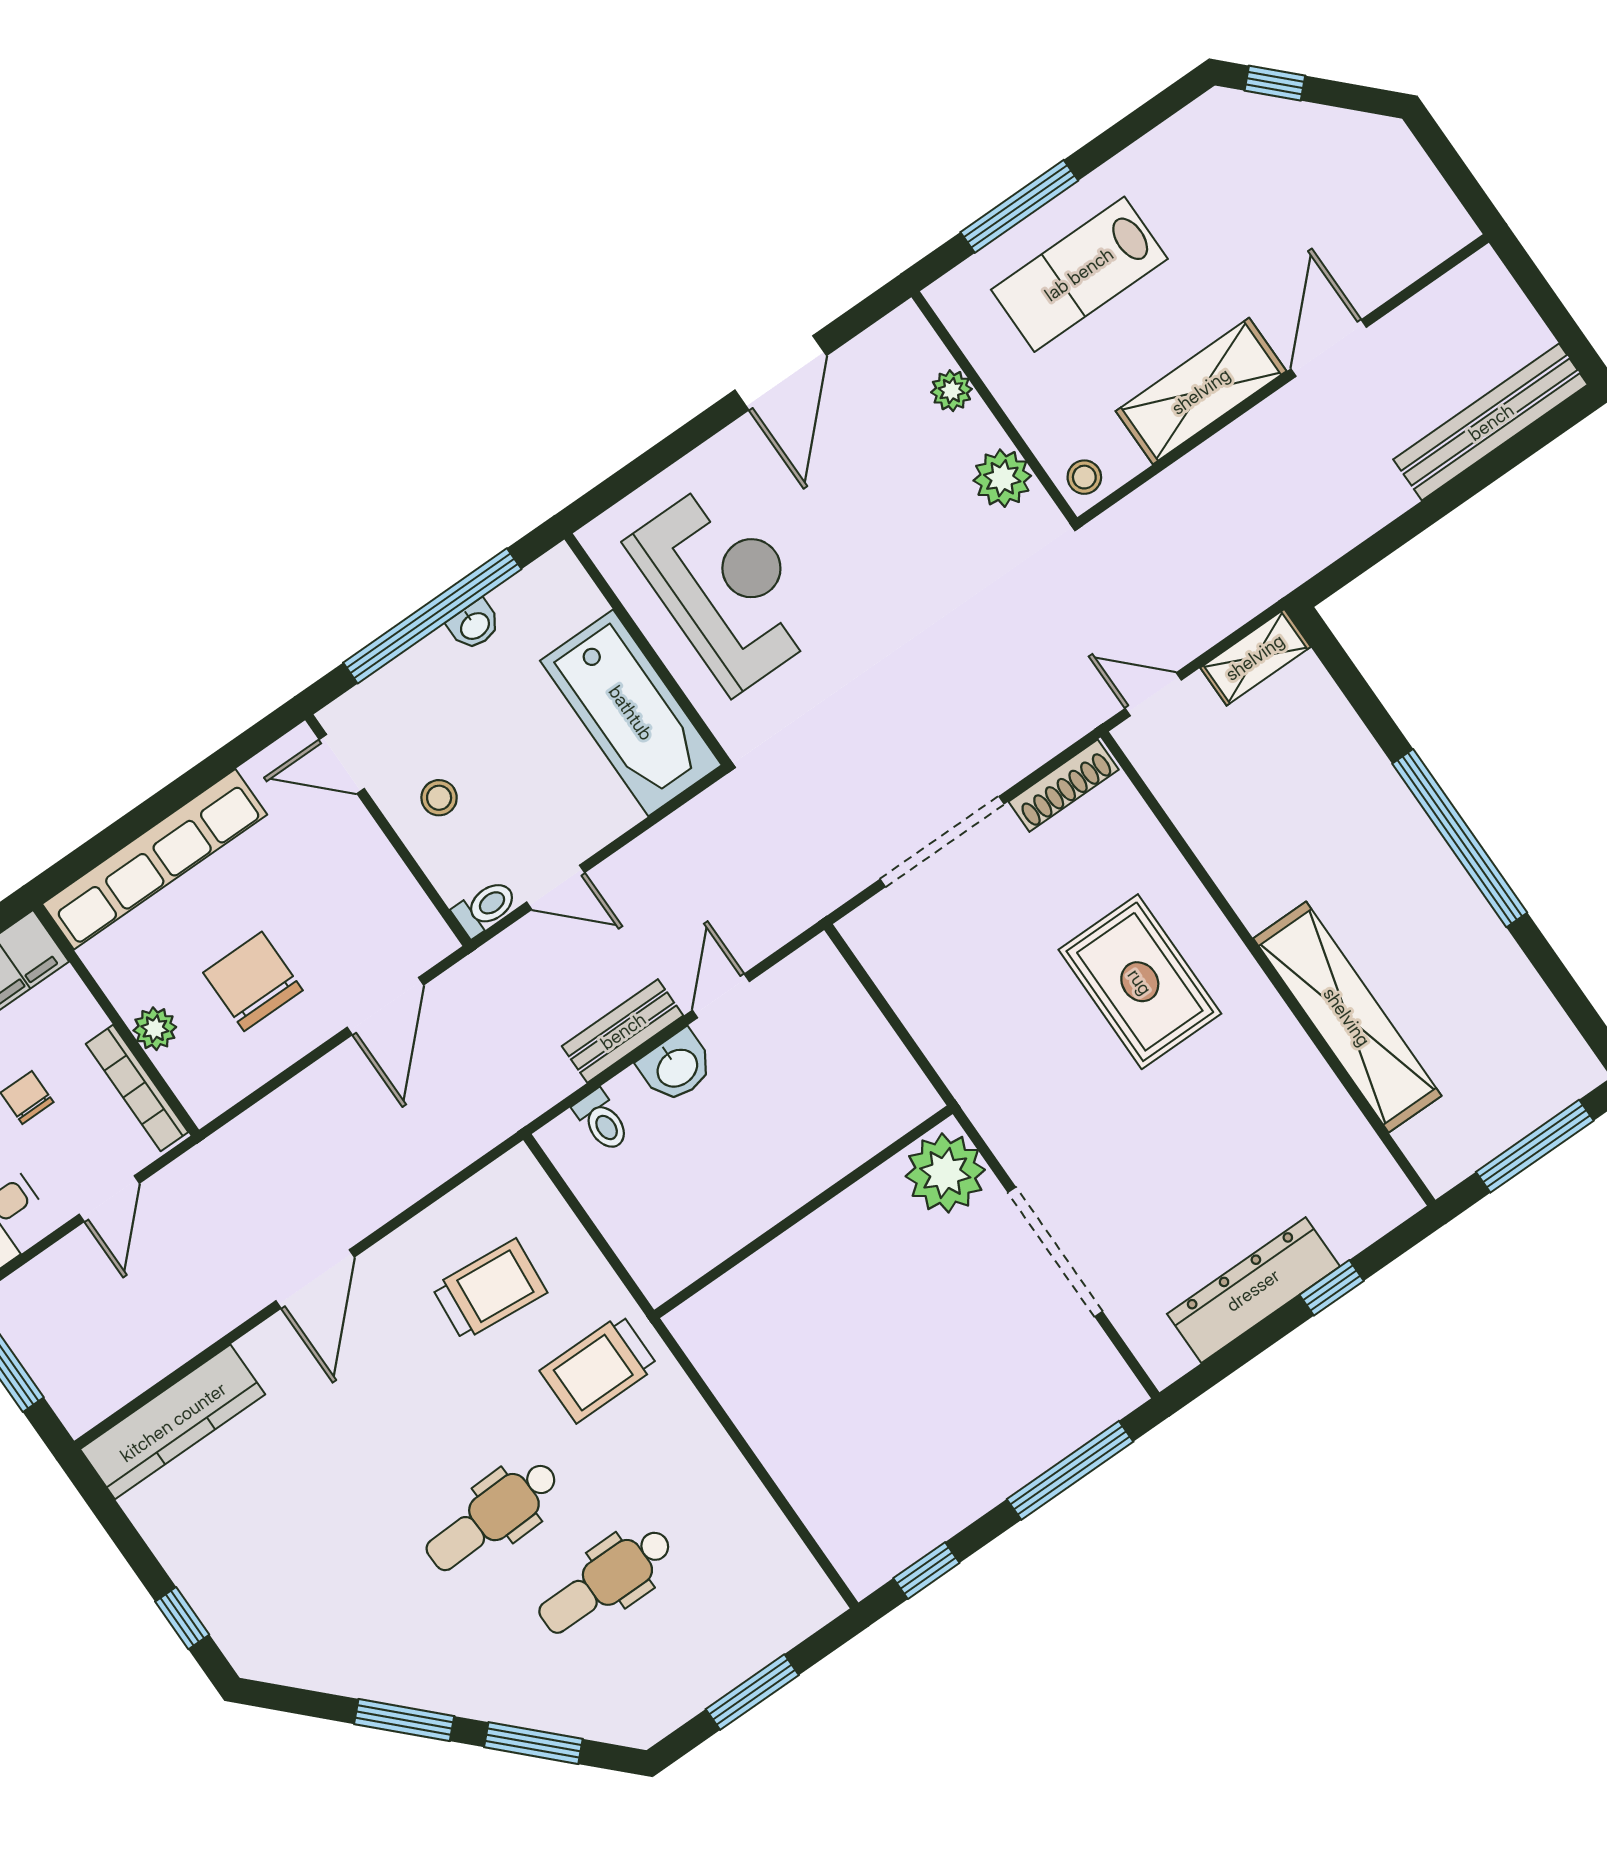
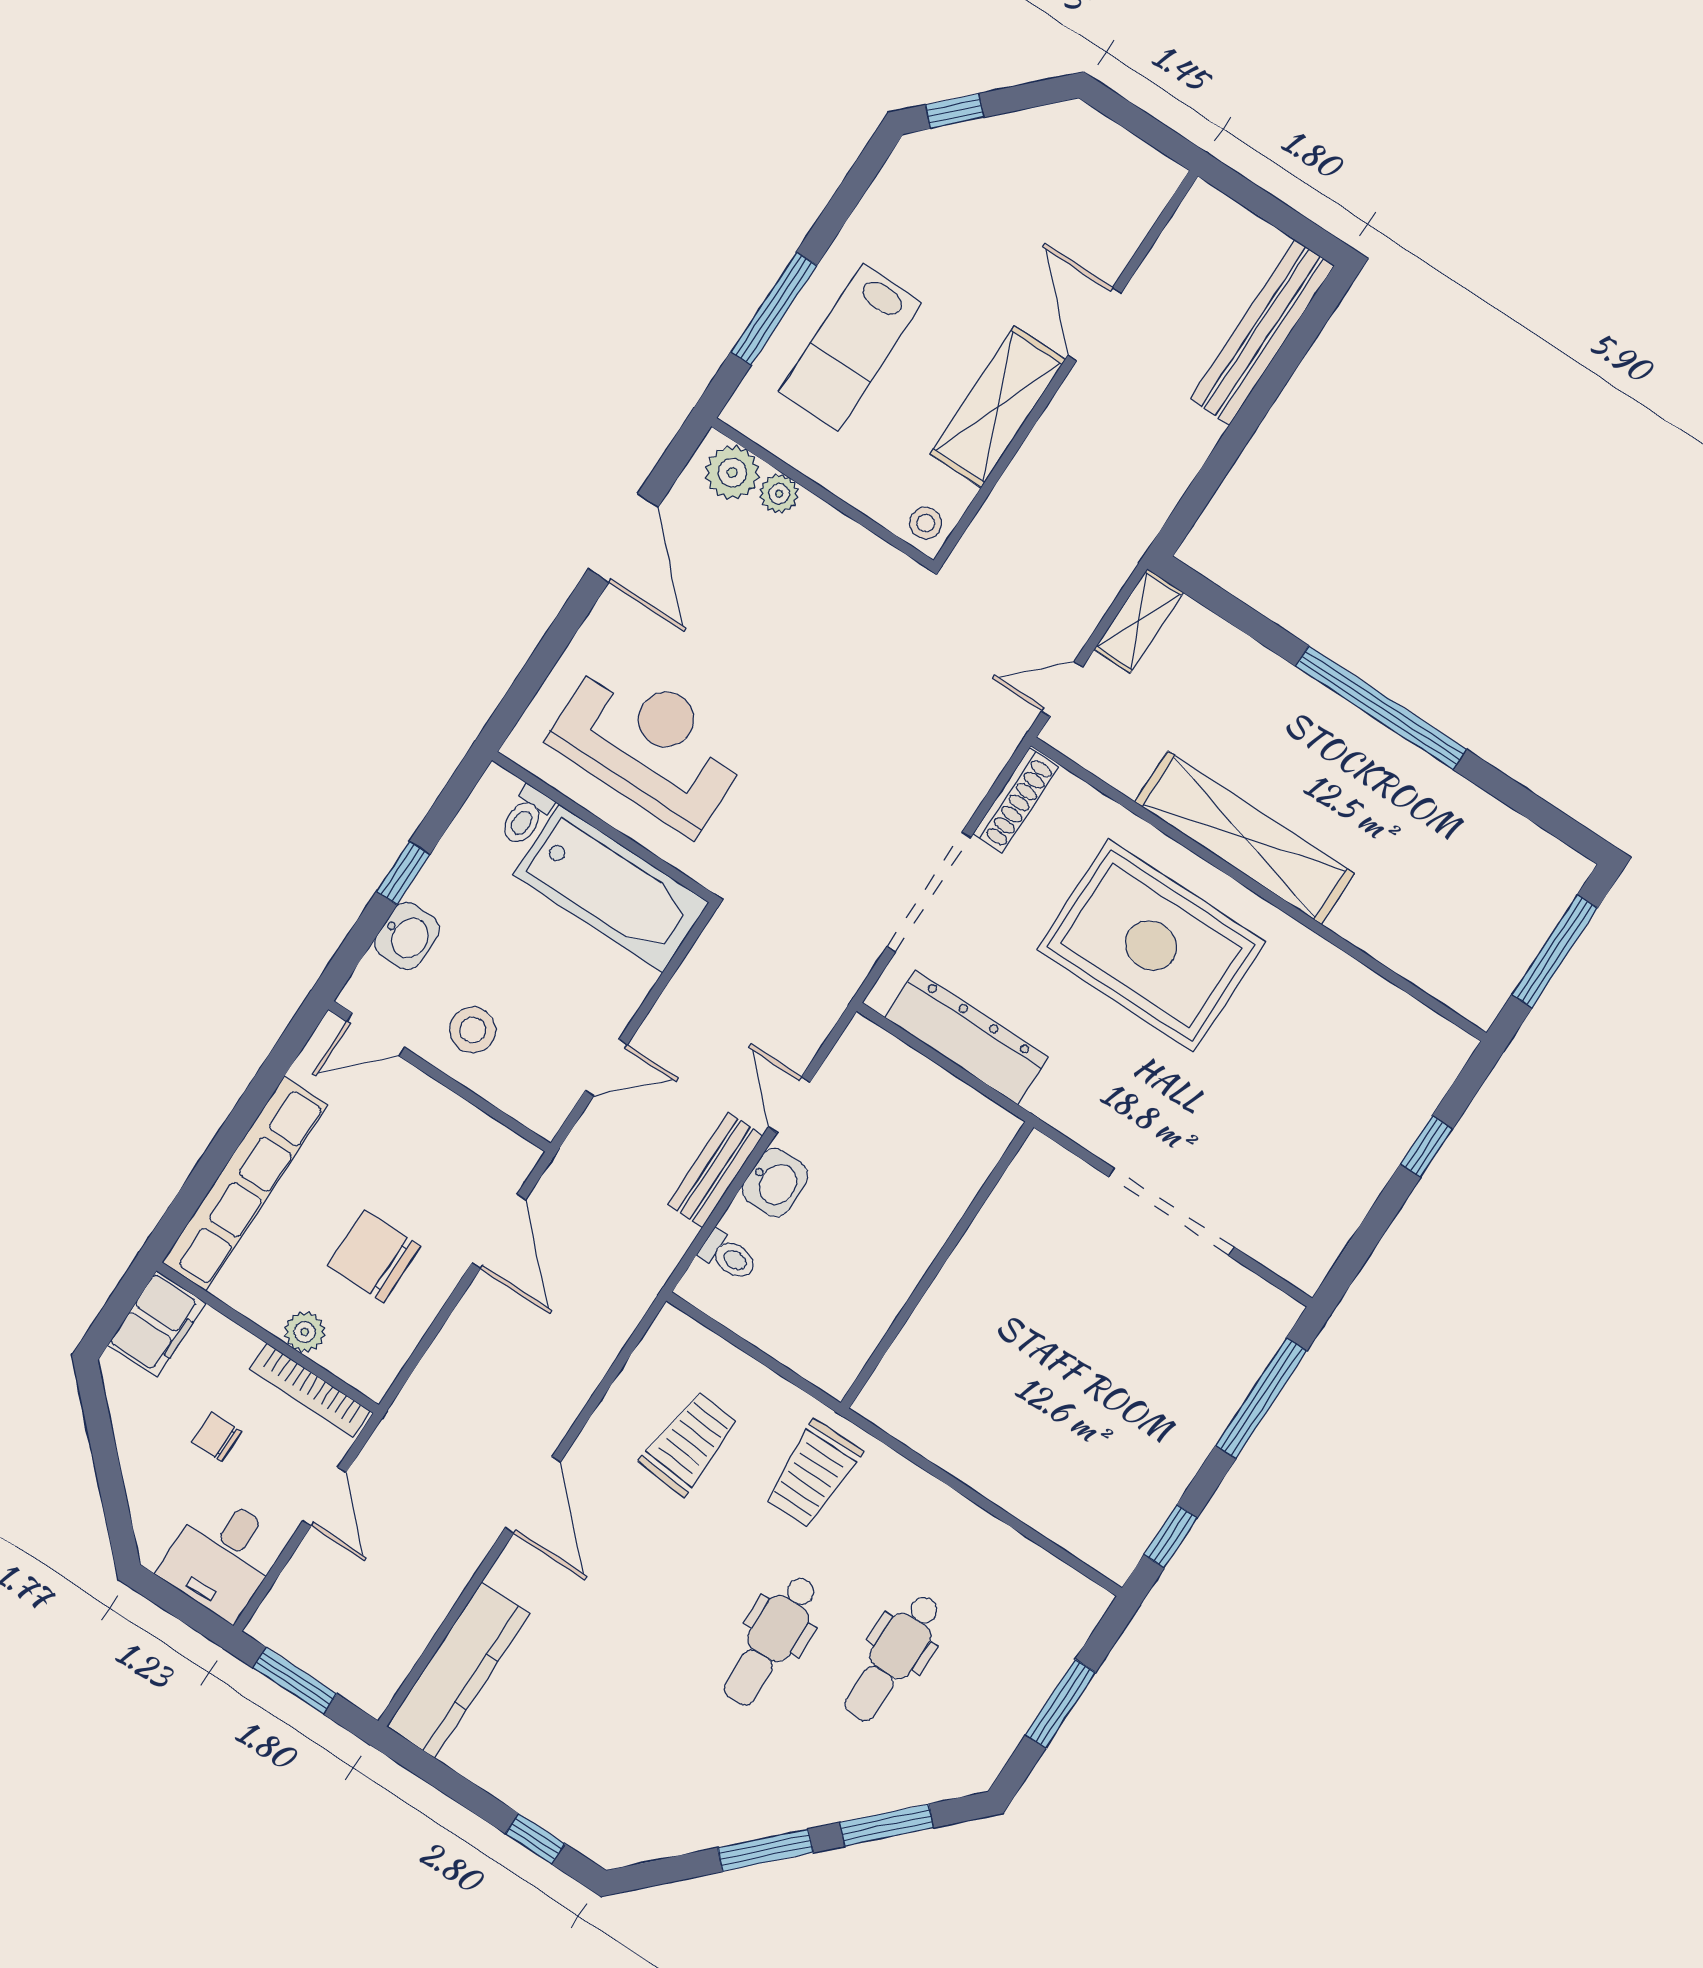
plant: (1002, 478) -> (732, 473), moved
window: (432, 616) -> (403, 873), width x0.32
washbasin: (474, 625) -> (407, 936), moved, width x1.38, depth x1.45
stool: (439, 798) -> (473, 1030), width x1.37, depth x1.37
toilet: (485, 908) -> (526, 816), moved, turned 180
rug: (1140, 982) -> (1151, 946), width x1.37, depth x1.44
shelving: (1347, 1017) -> (1245, 838), moved
plant: (945, 1173) -> (1048, 1181), removed
dresser: (1253, 1290) -> (966, 1037), moved, turned 90

